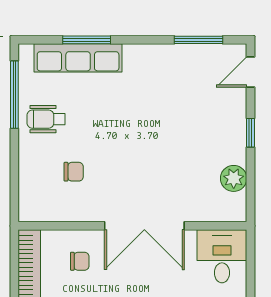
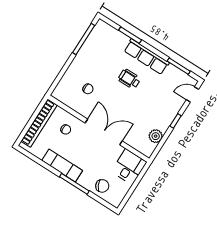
row of seats: (78, 58) -> (147, 57), moved
wheelchair: (46, 119) -> (129, 79), moved
double door: (144, 226) -> (104, 132), swing flipped

